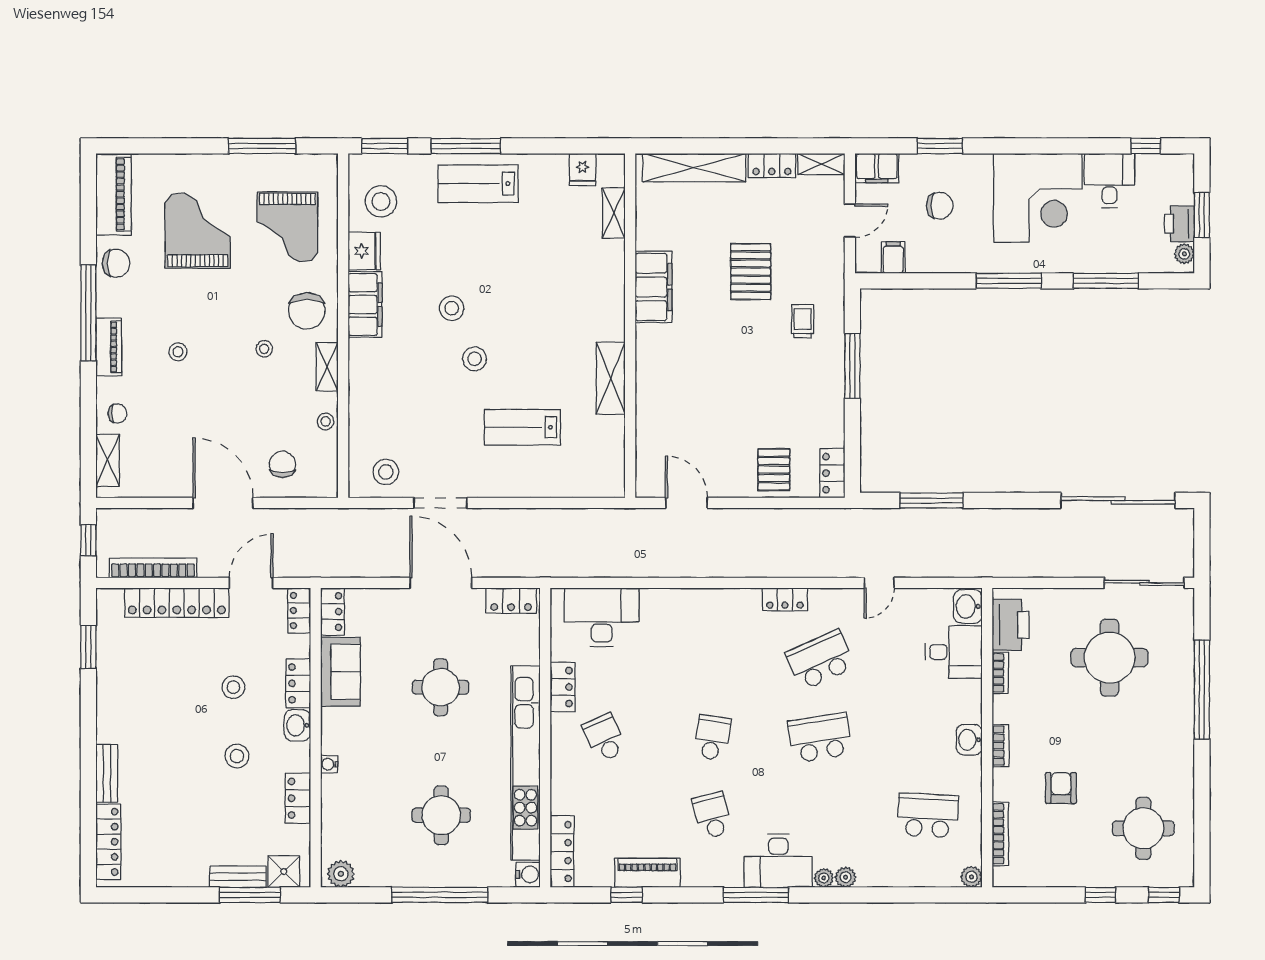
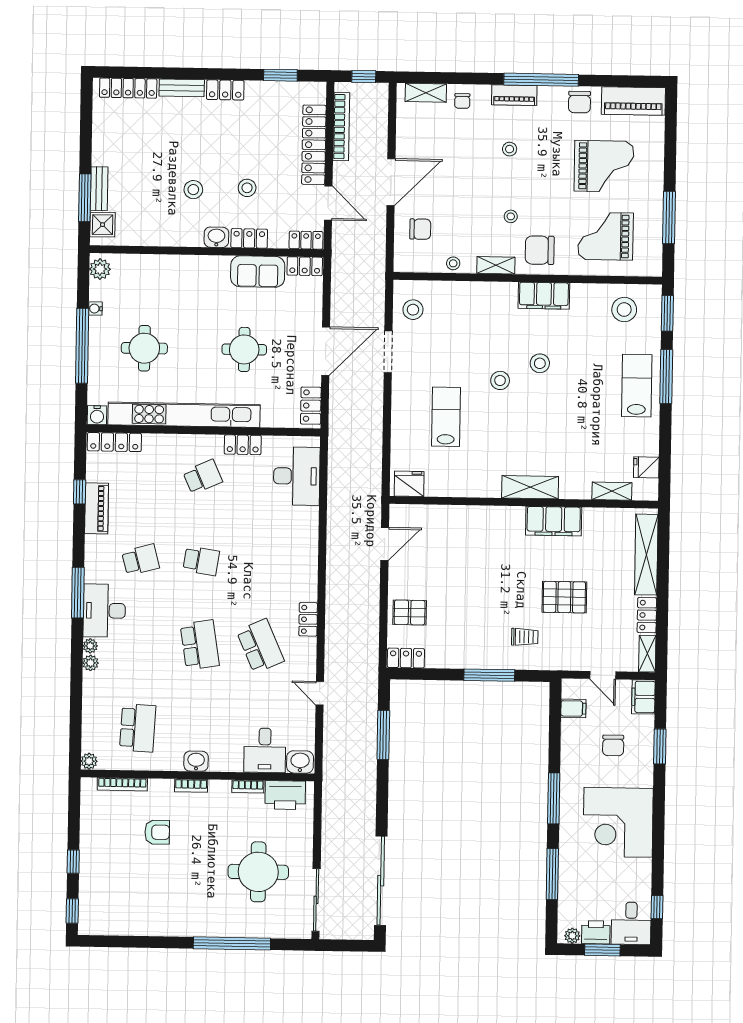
desk: (1109, 181) -> (631, 923), moved, turned 90
fridge: (364, 251) -> (409, 484), moved, turned 180
shelving: (611, 378) -> (530, 487), moved
water cooler: (329, 764) -> (95, 309), moved, turned -90
locker: (298, 798) -> (225, 90), moved, turned 180
round table: (1143, 828) -> (125, 896), removed

